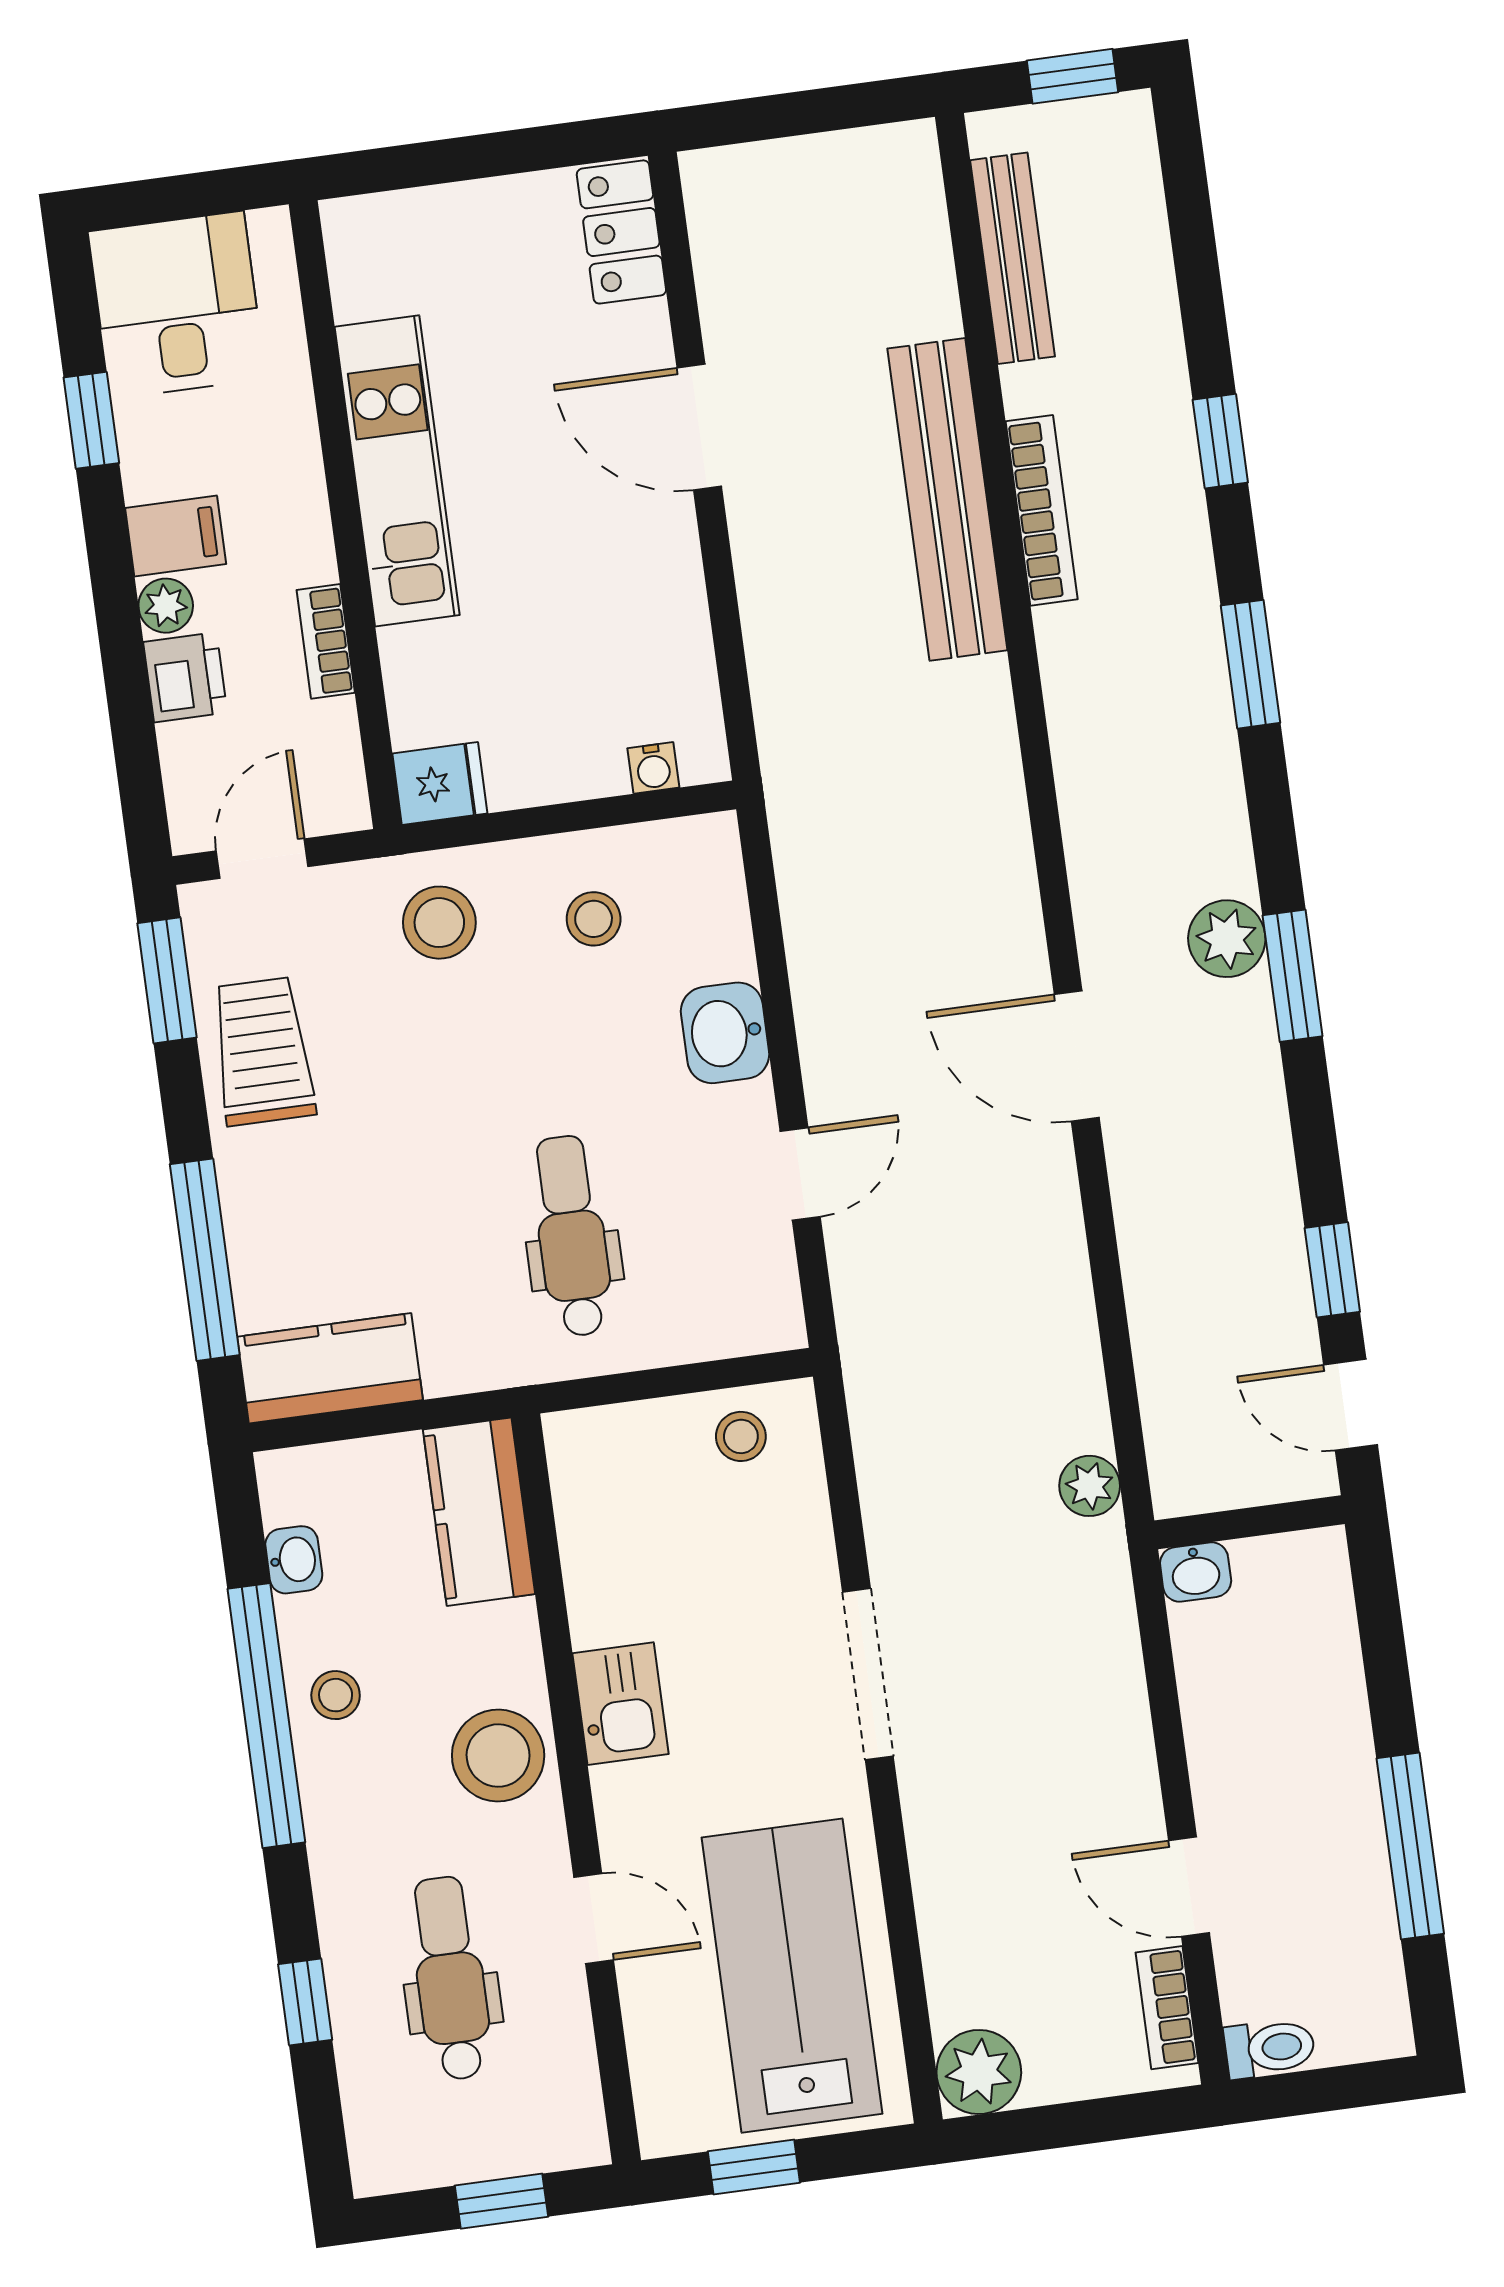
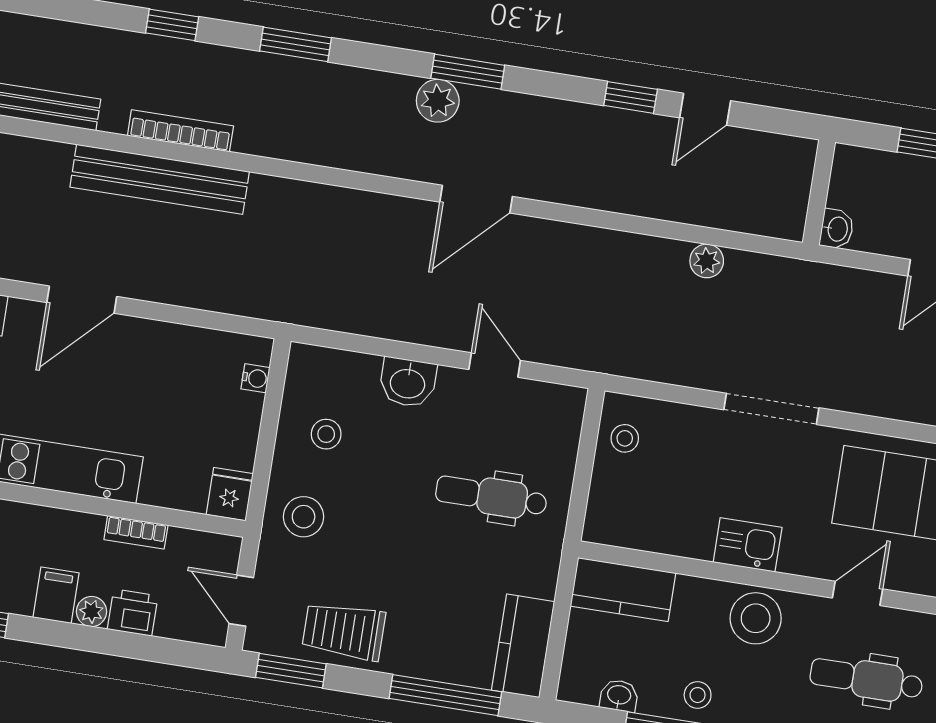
wall: (1249, 1522) -> (819, 192), moved
washbasin: (1196, 1572) -> (837, 229), moved

